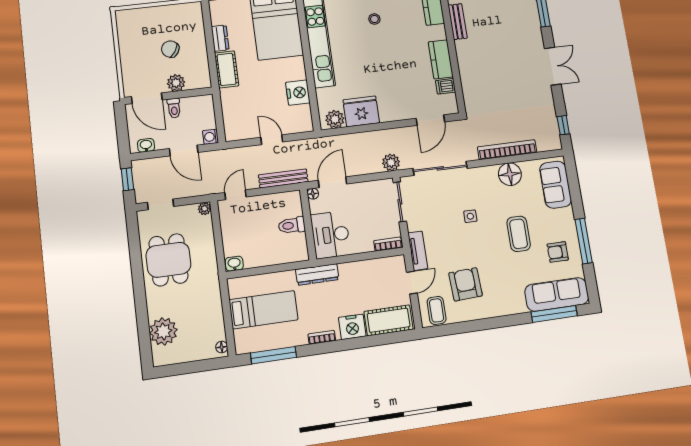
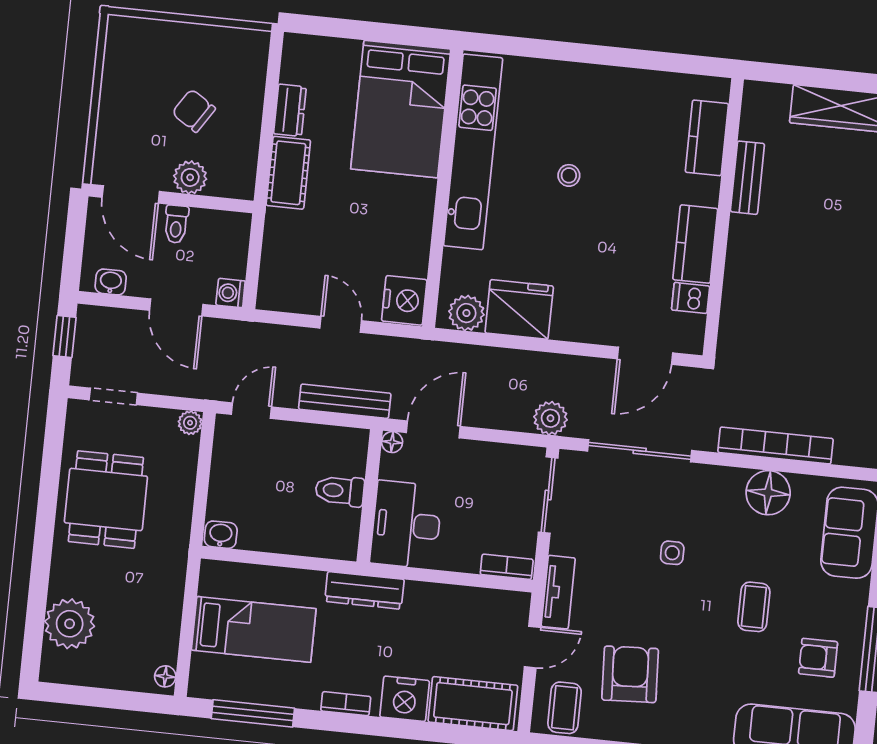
stool: (374, 19) -> (569, 175), moved
nightstand: (298, 93) -> (404, 300), moved
coffee table: (519, 234) -> (754, 607), width x0.73, depth x0.77

